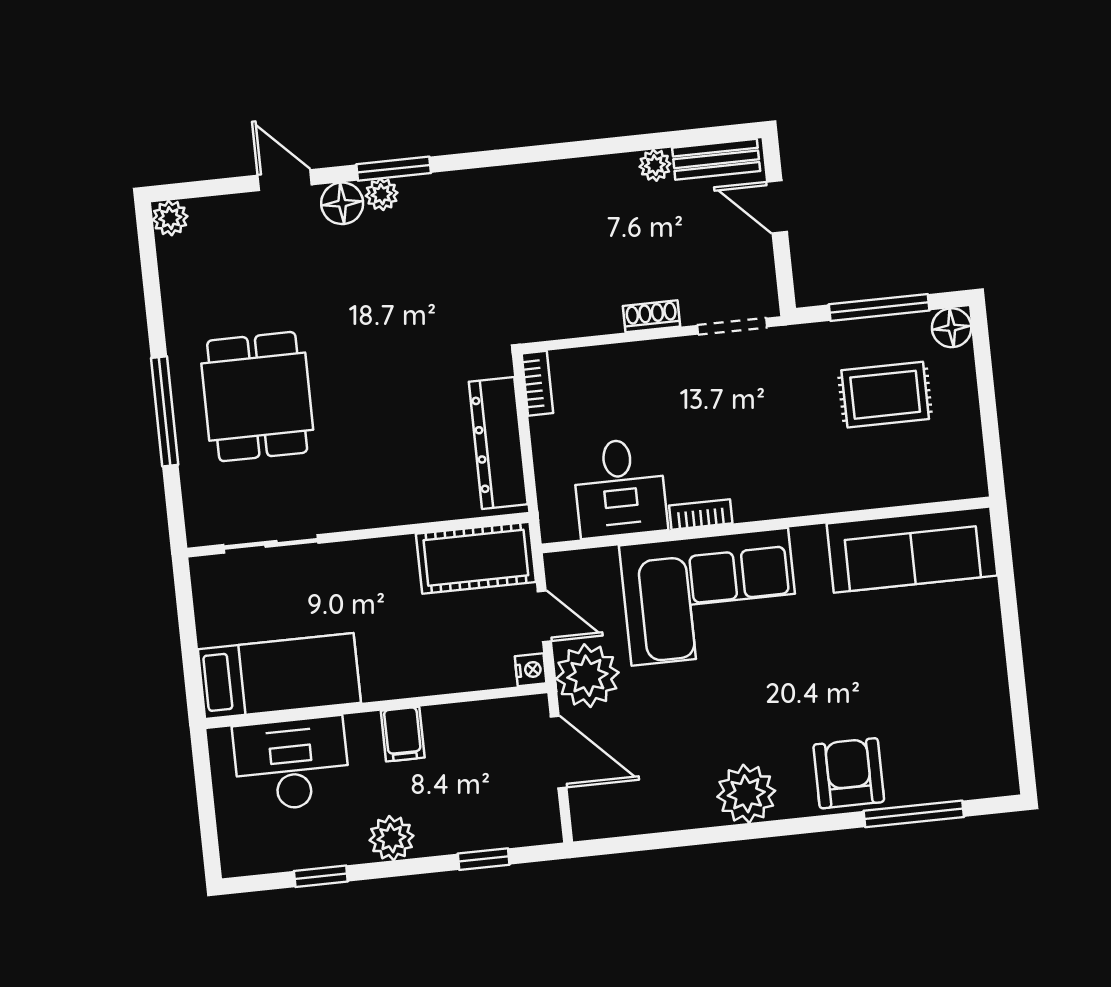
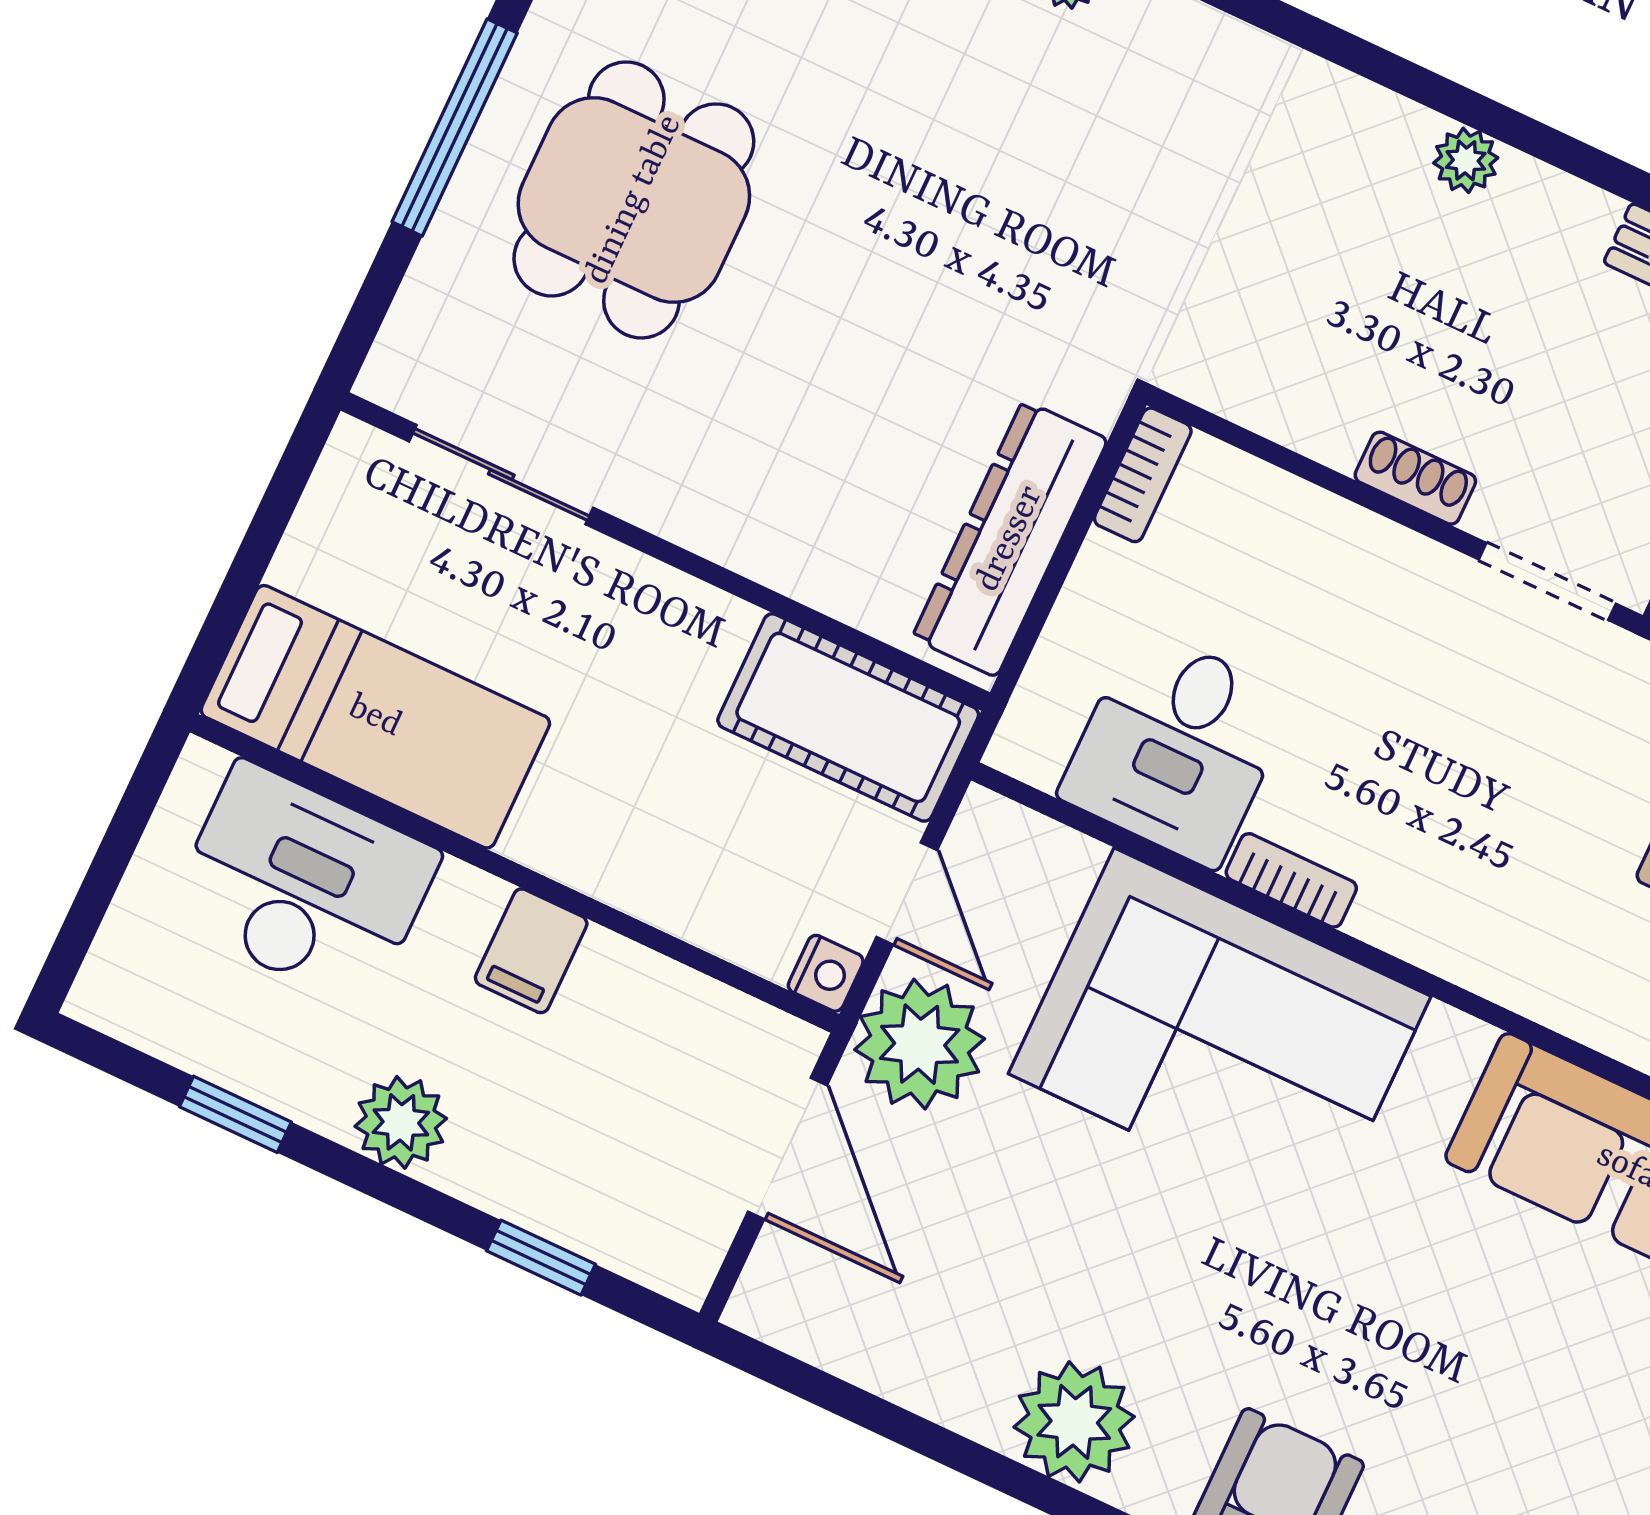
plant: (655, 165) -> (1466, 160), moved

